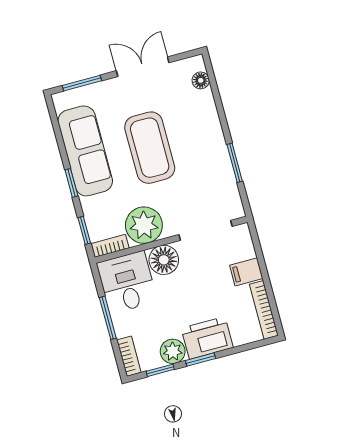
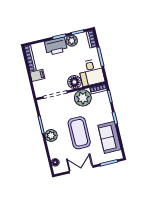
double door: (143, 67) -> (81, 169), swing flipped
plant: (212, 140) -> (51, 135), added
sofa: (85, 151) -> (109, 137), width x0.73

